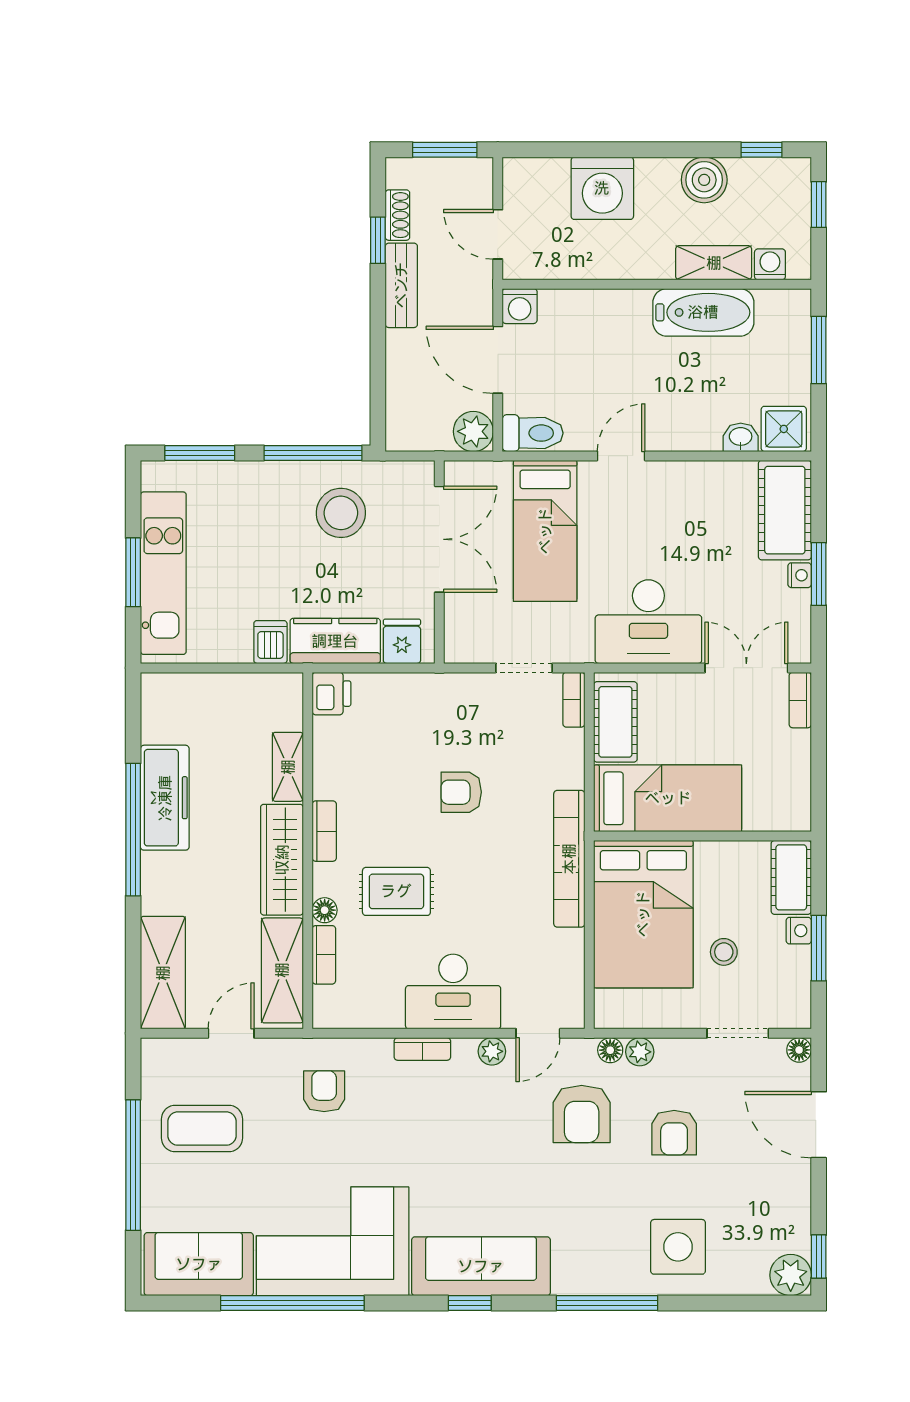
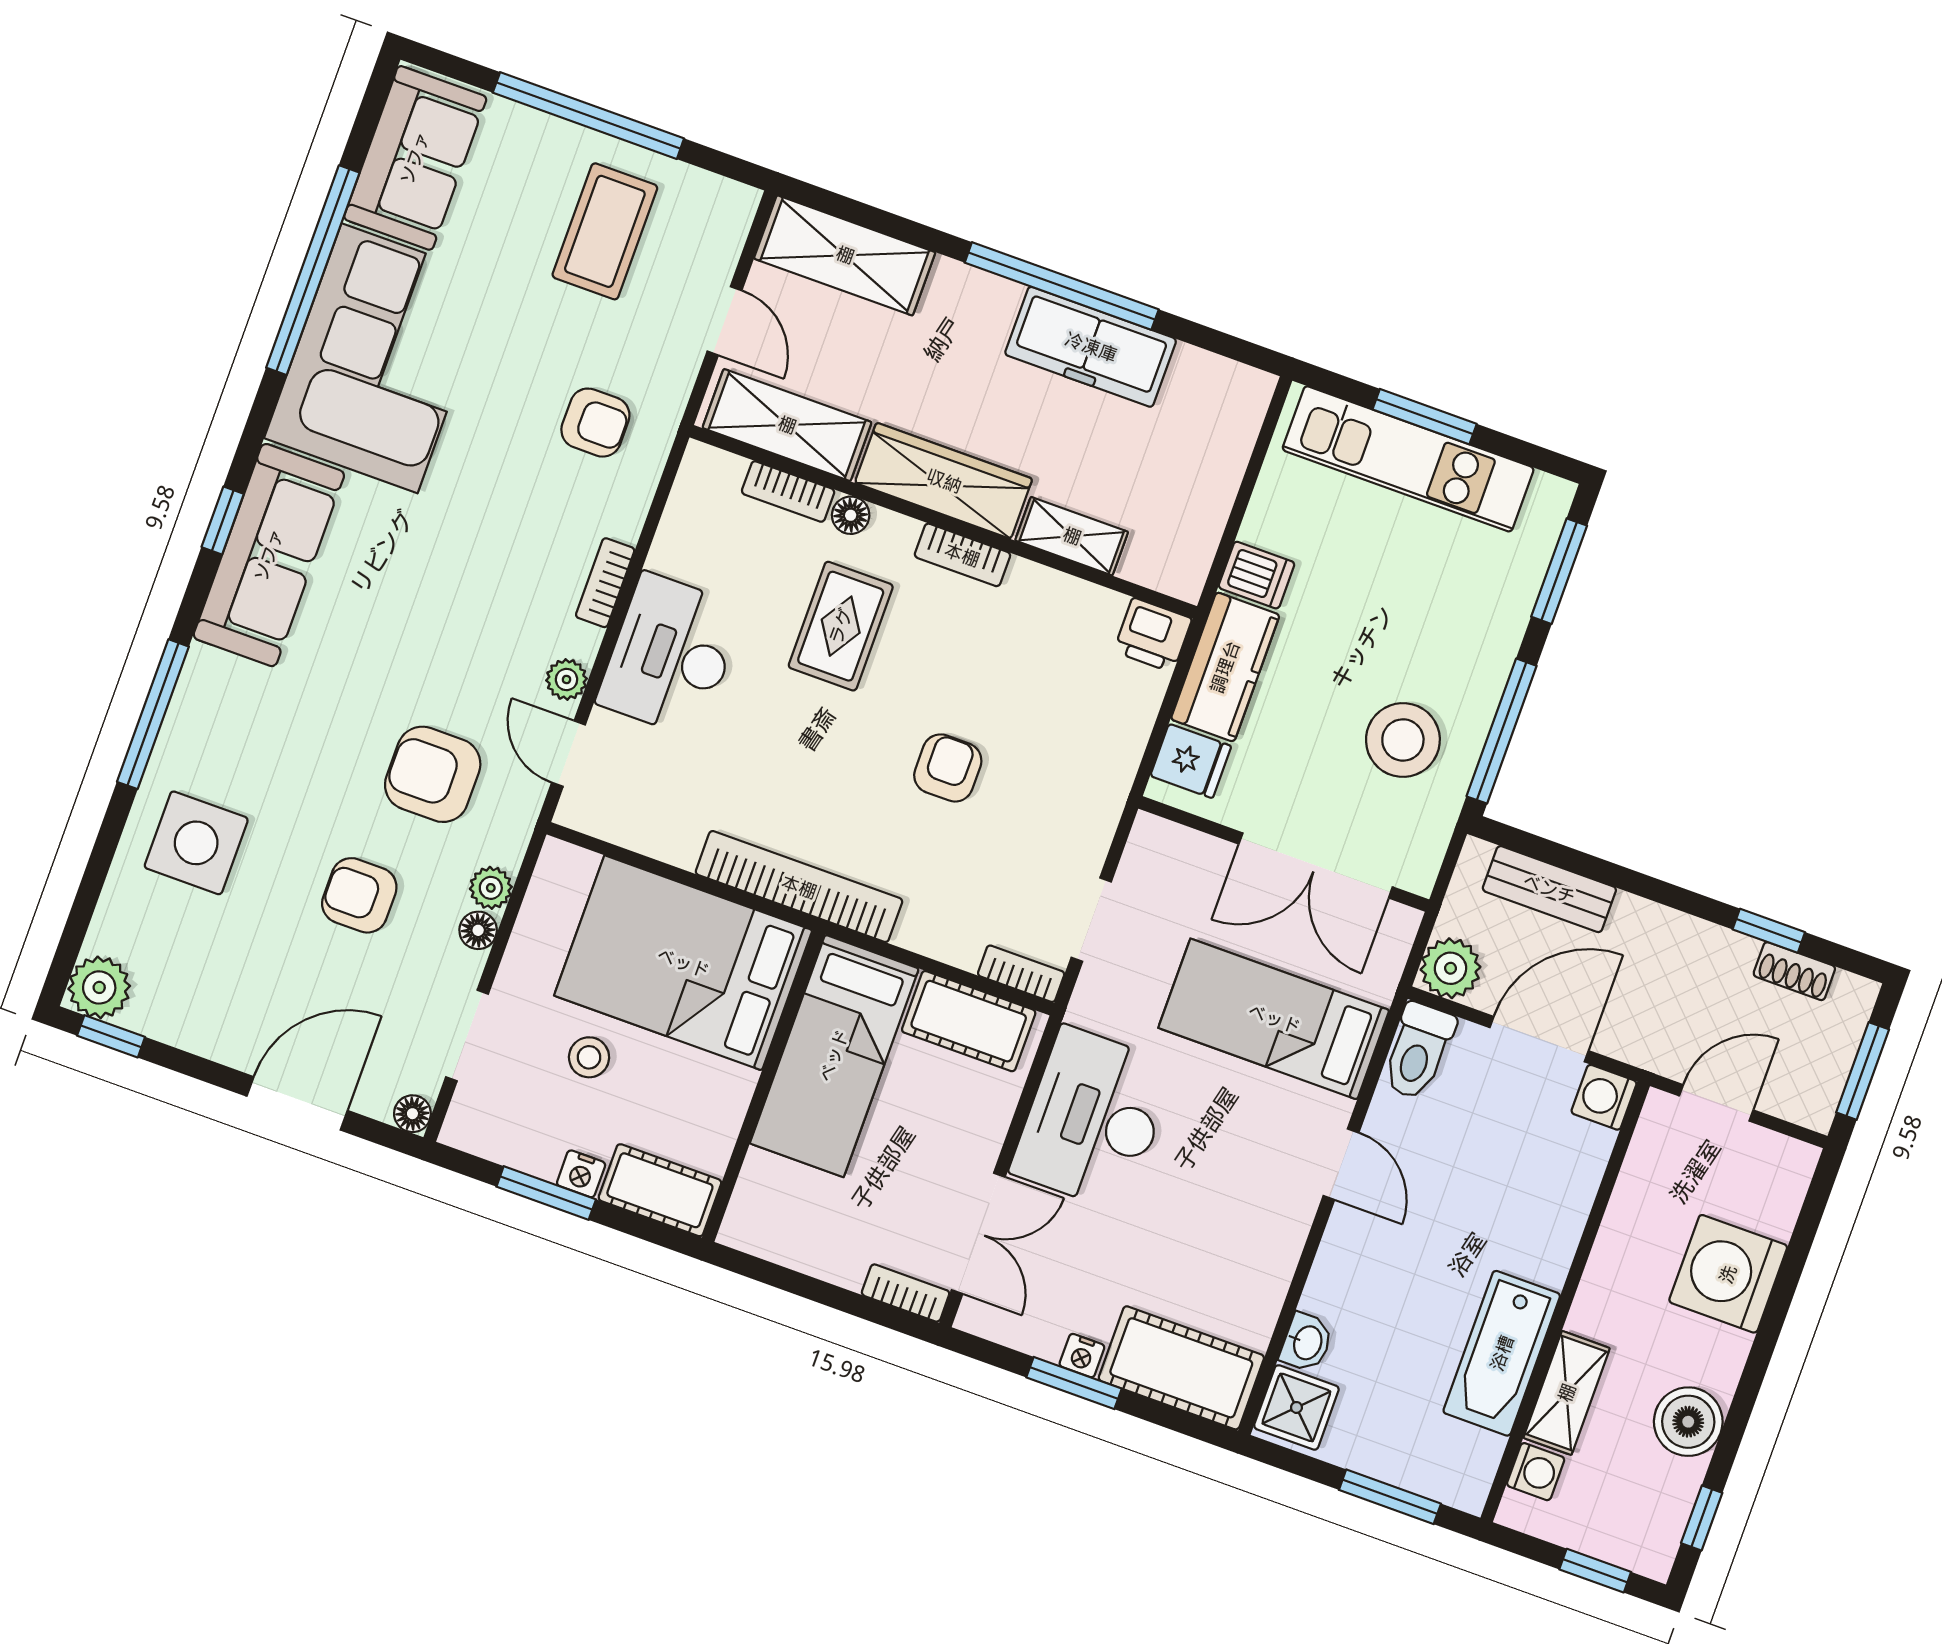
bench: (401, 285) -> (1549, 889), moved
floor lamp: (610, 1050) -> (478, 930), moved

